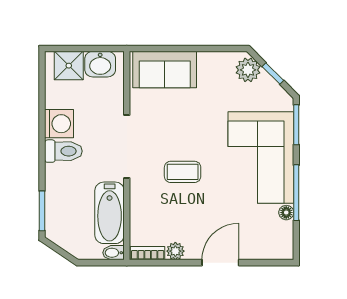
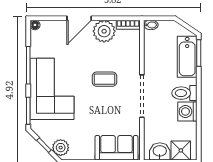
bathtub: (110, 213) -> (187, 57), moved, turned 180
floor lamp: (286, 213) -> (35, 25), moved
plant: (175, 251) -> (104, 31), width x1.87, depth x1.87

